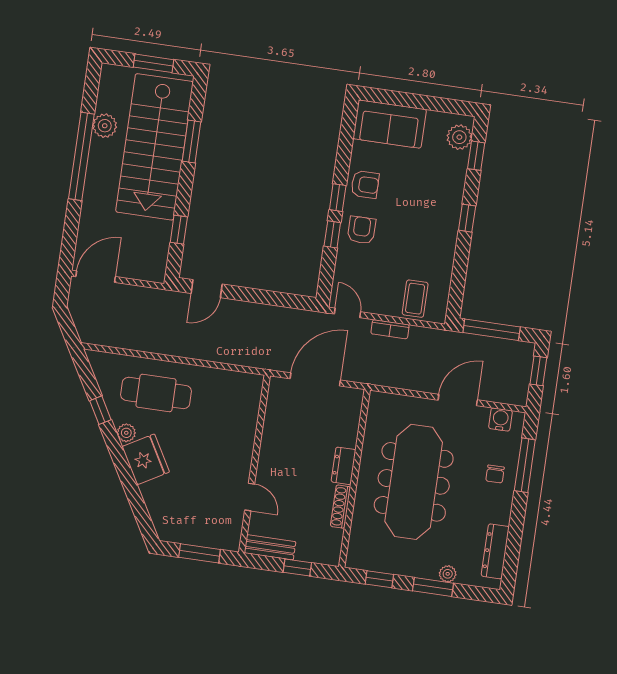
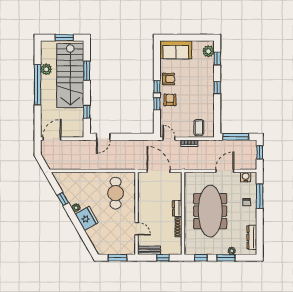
door: (315, 379) -> (159, 171), hinge flipped
cafe table: (156, 393) -> (116, 193), moved, turned 90

